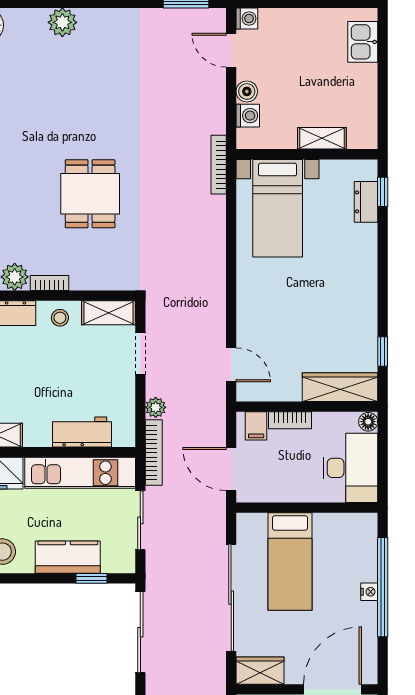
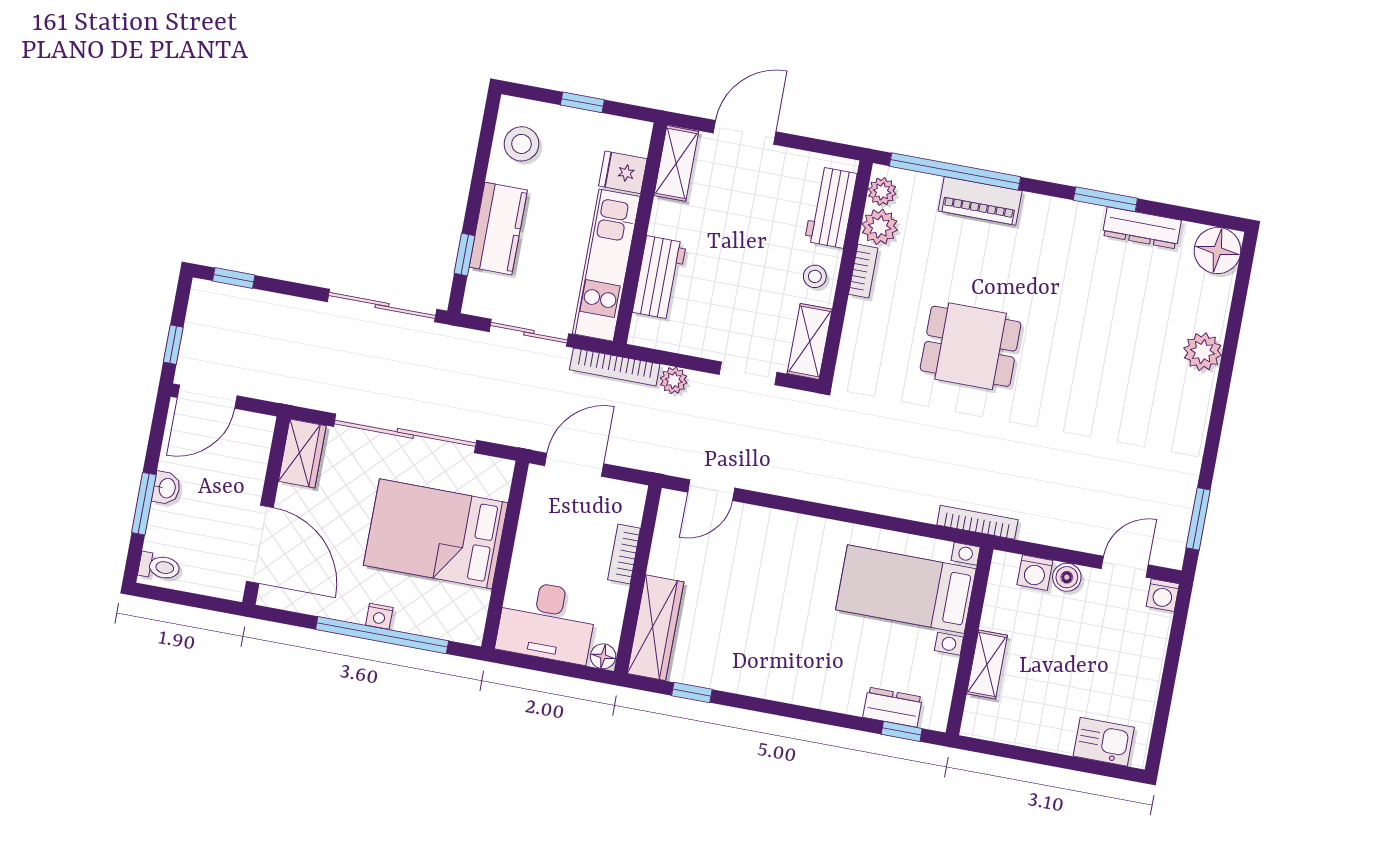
filing cabinet: (256, 426) -> (625, 508), removed
bed: (290, 562) -> (436, 534), width x1.50

